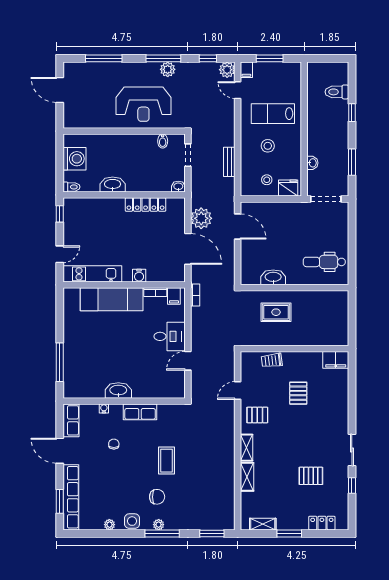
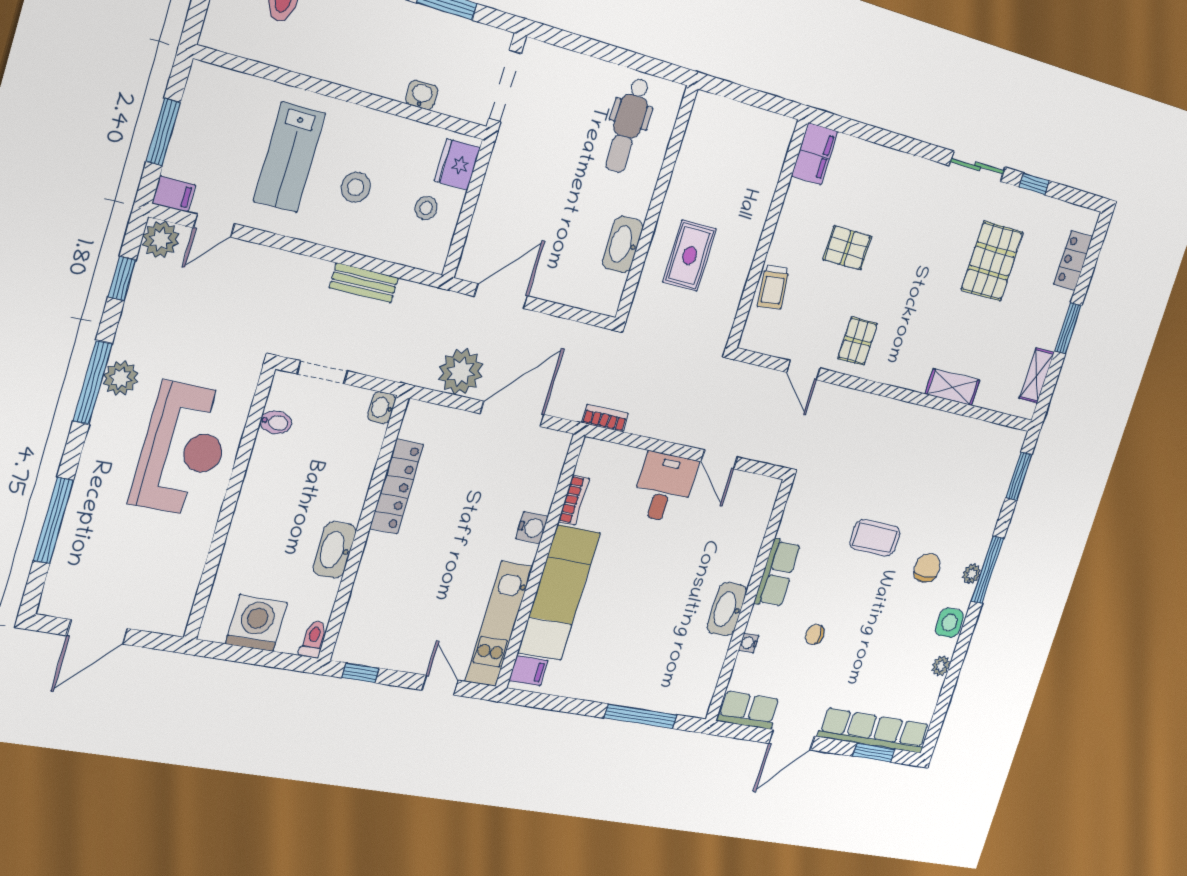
filing cabinet: (174, 296) -> (528, 671), moved
shelving: (247, 448) -> (905, 376), removed
pallet: (311, 476) -> (992, 261), width x1.50, depth x1.42

